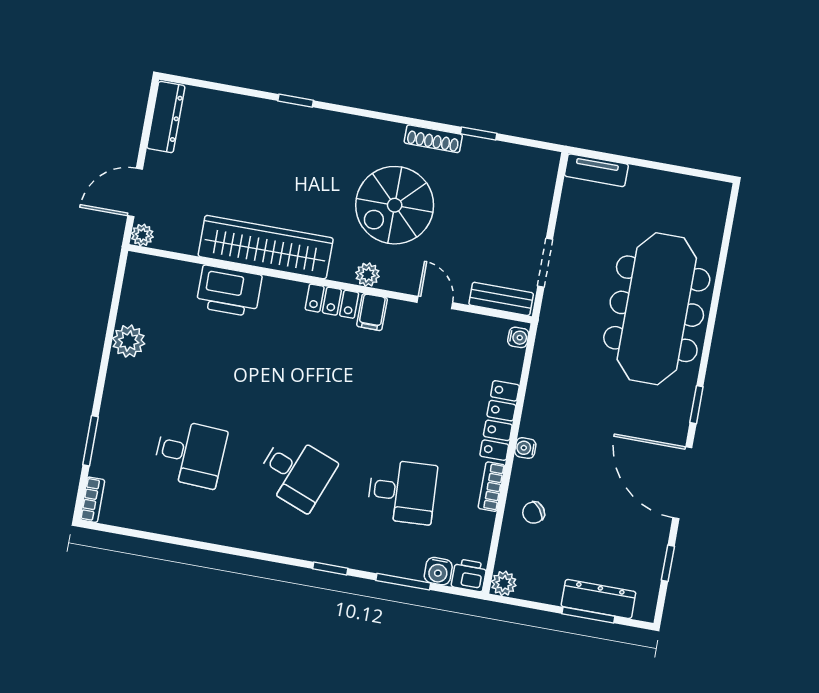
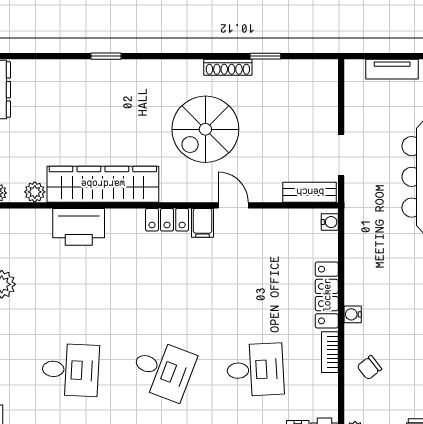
tv unit: (596, 170) -> (392, 69), moved
plant: (368, 275) -> (35, 192), moved
door: (435, 303) -> (233, 205), moved

